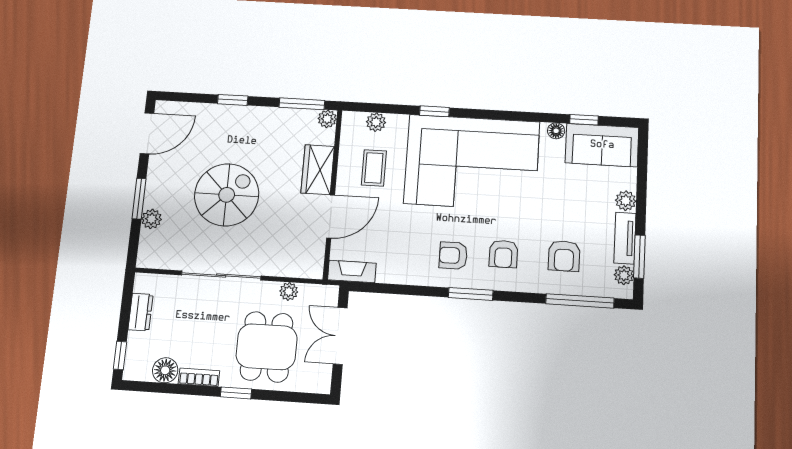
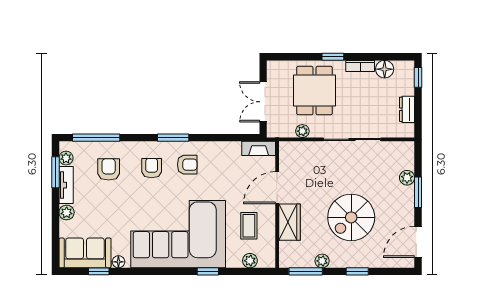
plant: (327, 119) -> (322, 261), moved
spiral stairs: (227, 195) -> (351, 217), moved
double door: (340, 336) -> (263, 102), swing flipped

